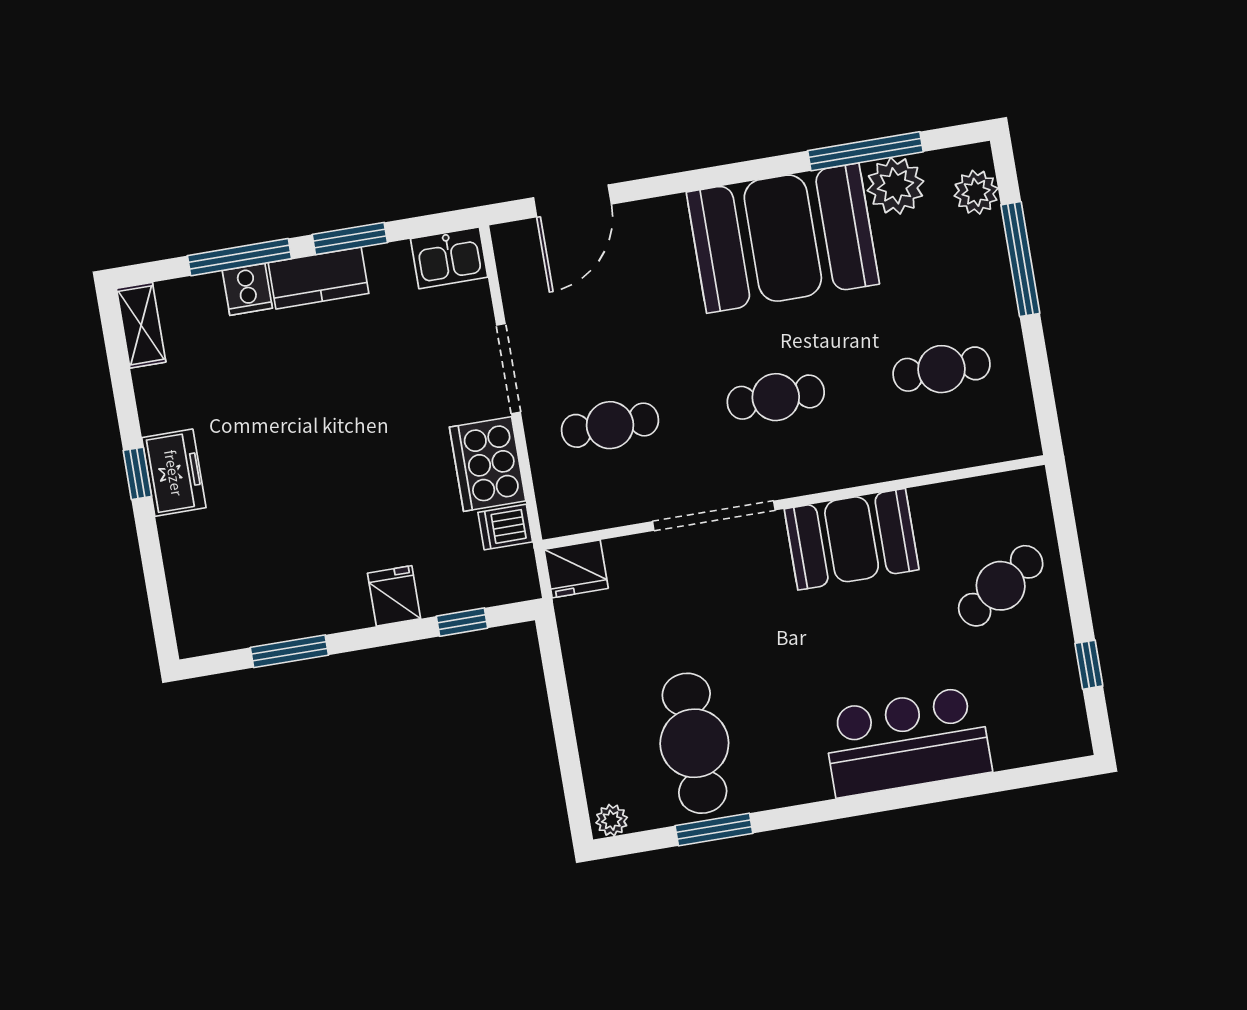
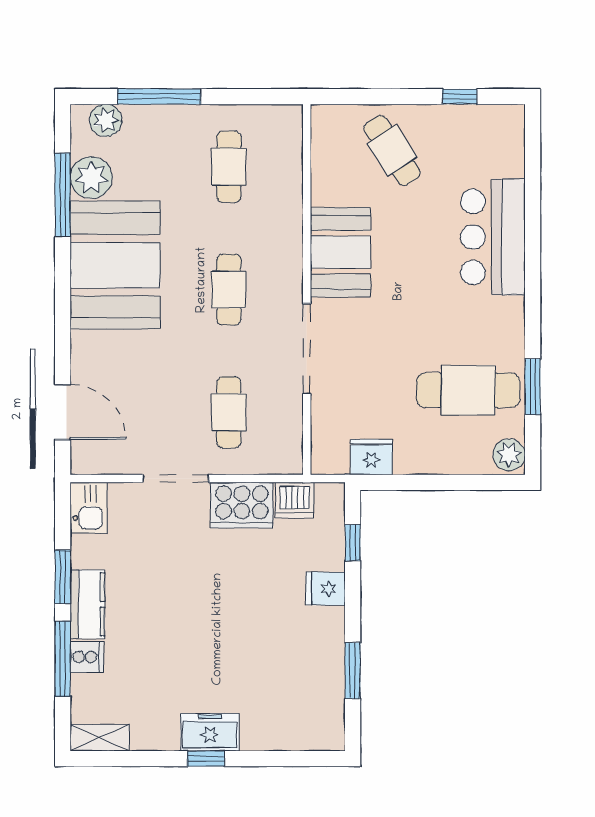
dishwasher: (505, 527) -> (295, 500), width x1.38
fridge: (576, 569) -> (371, 457), moved, turned -90
plant: (612, 820) -> (509, 455), width x1.38, depth x1.38

